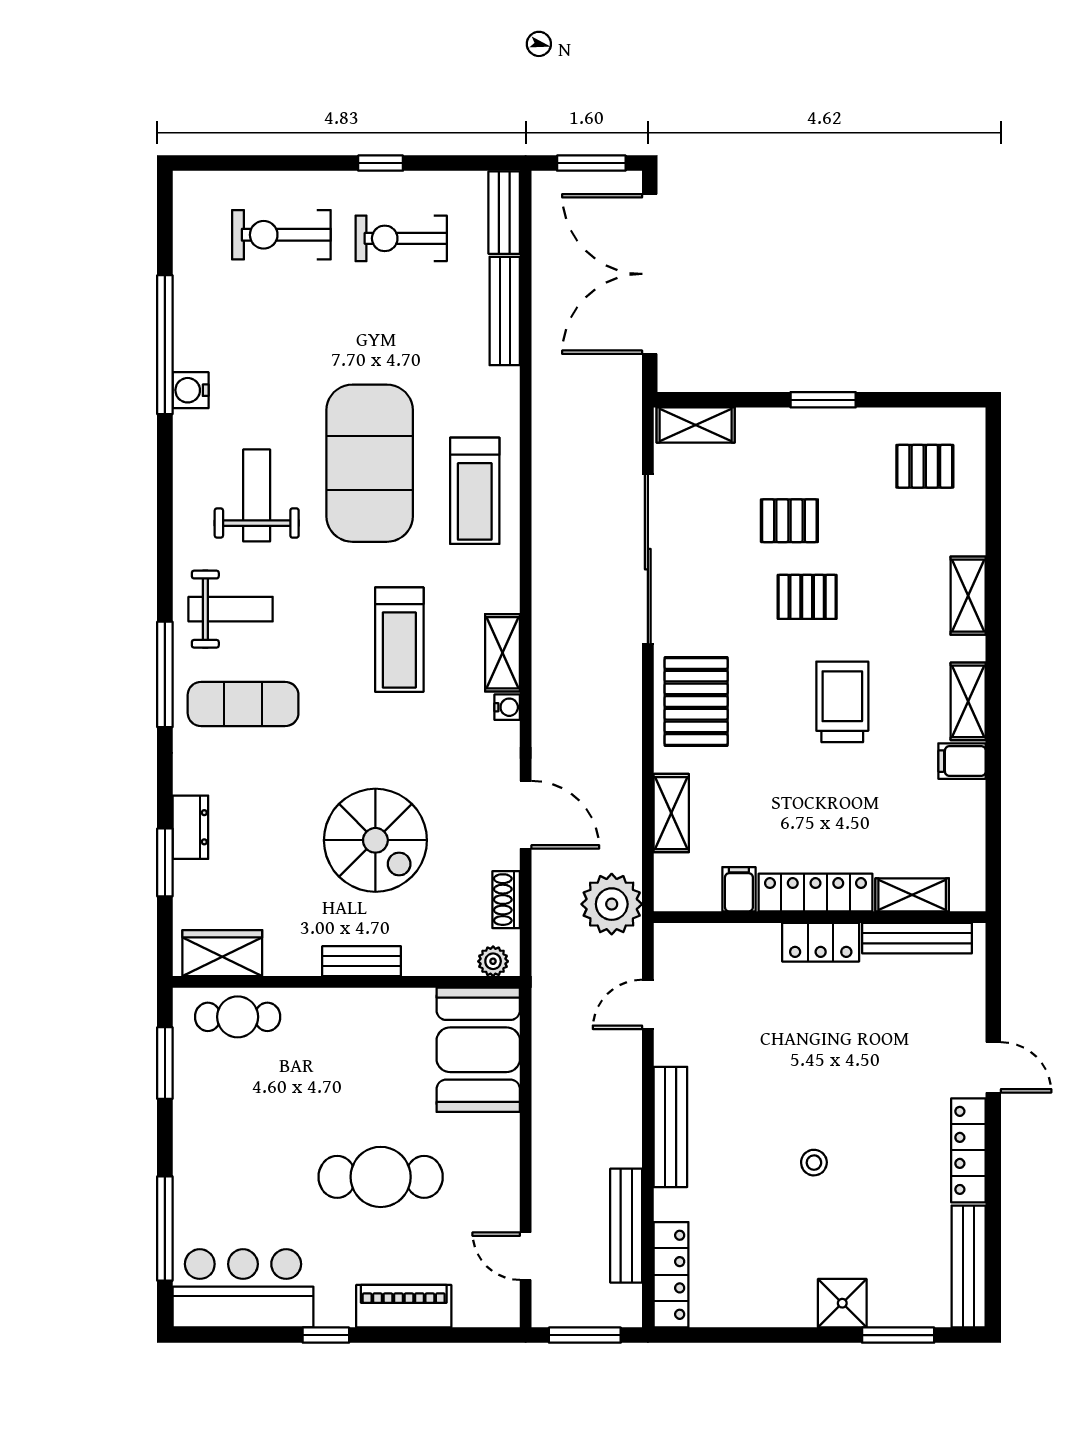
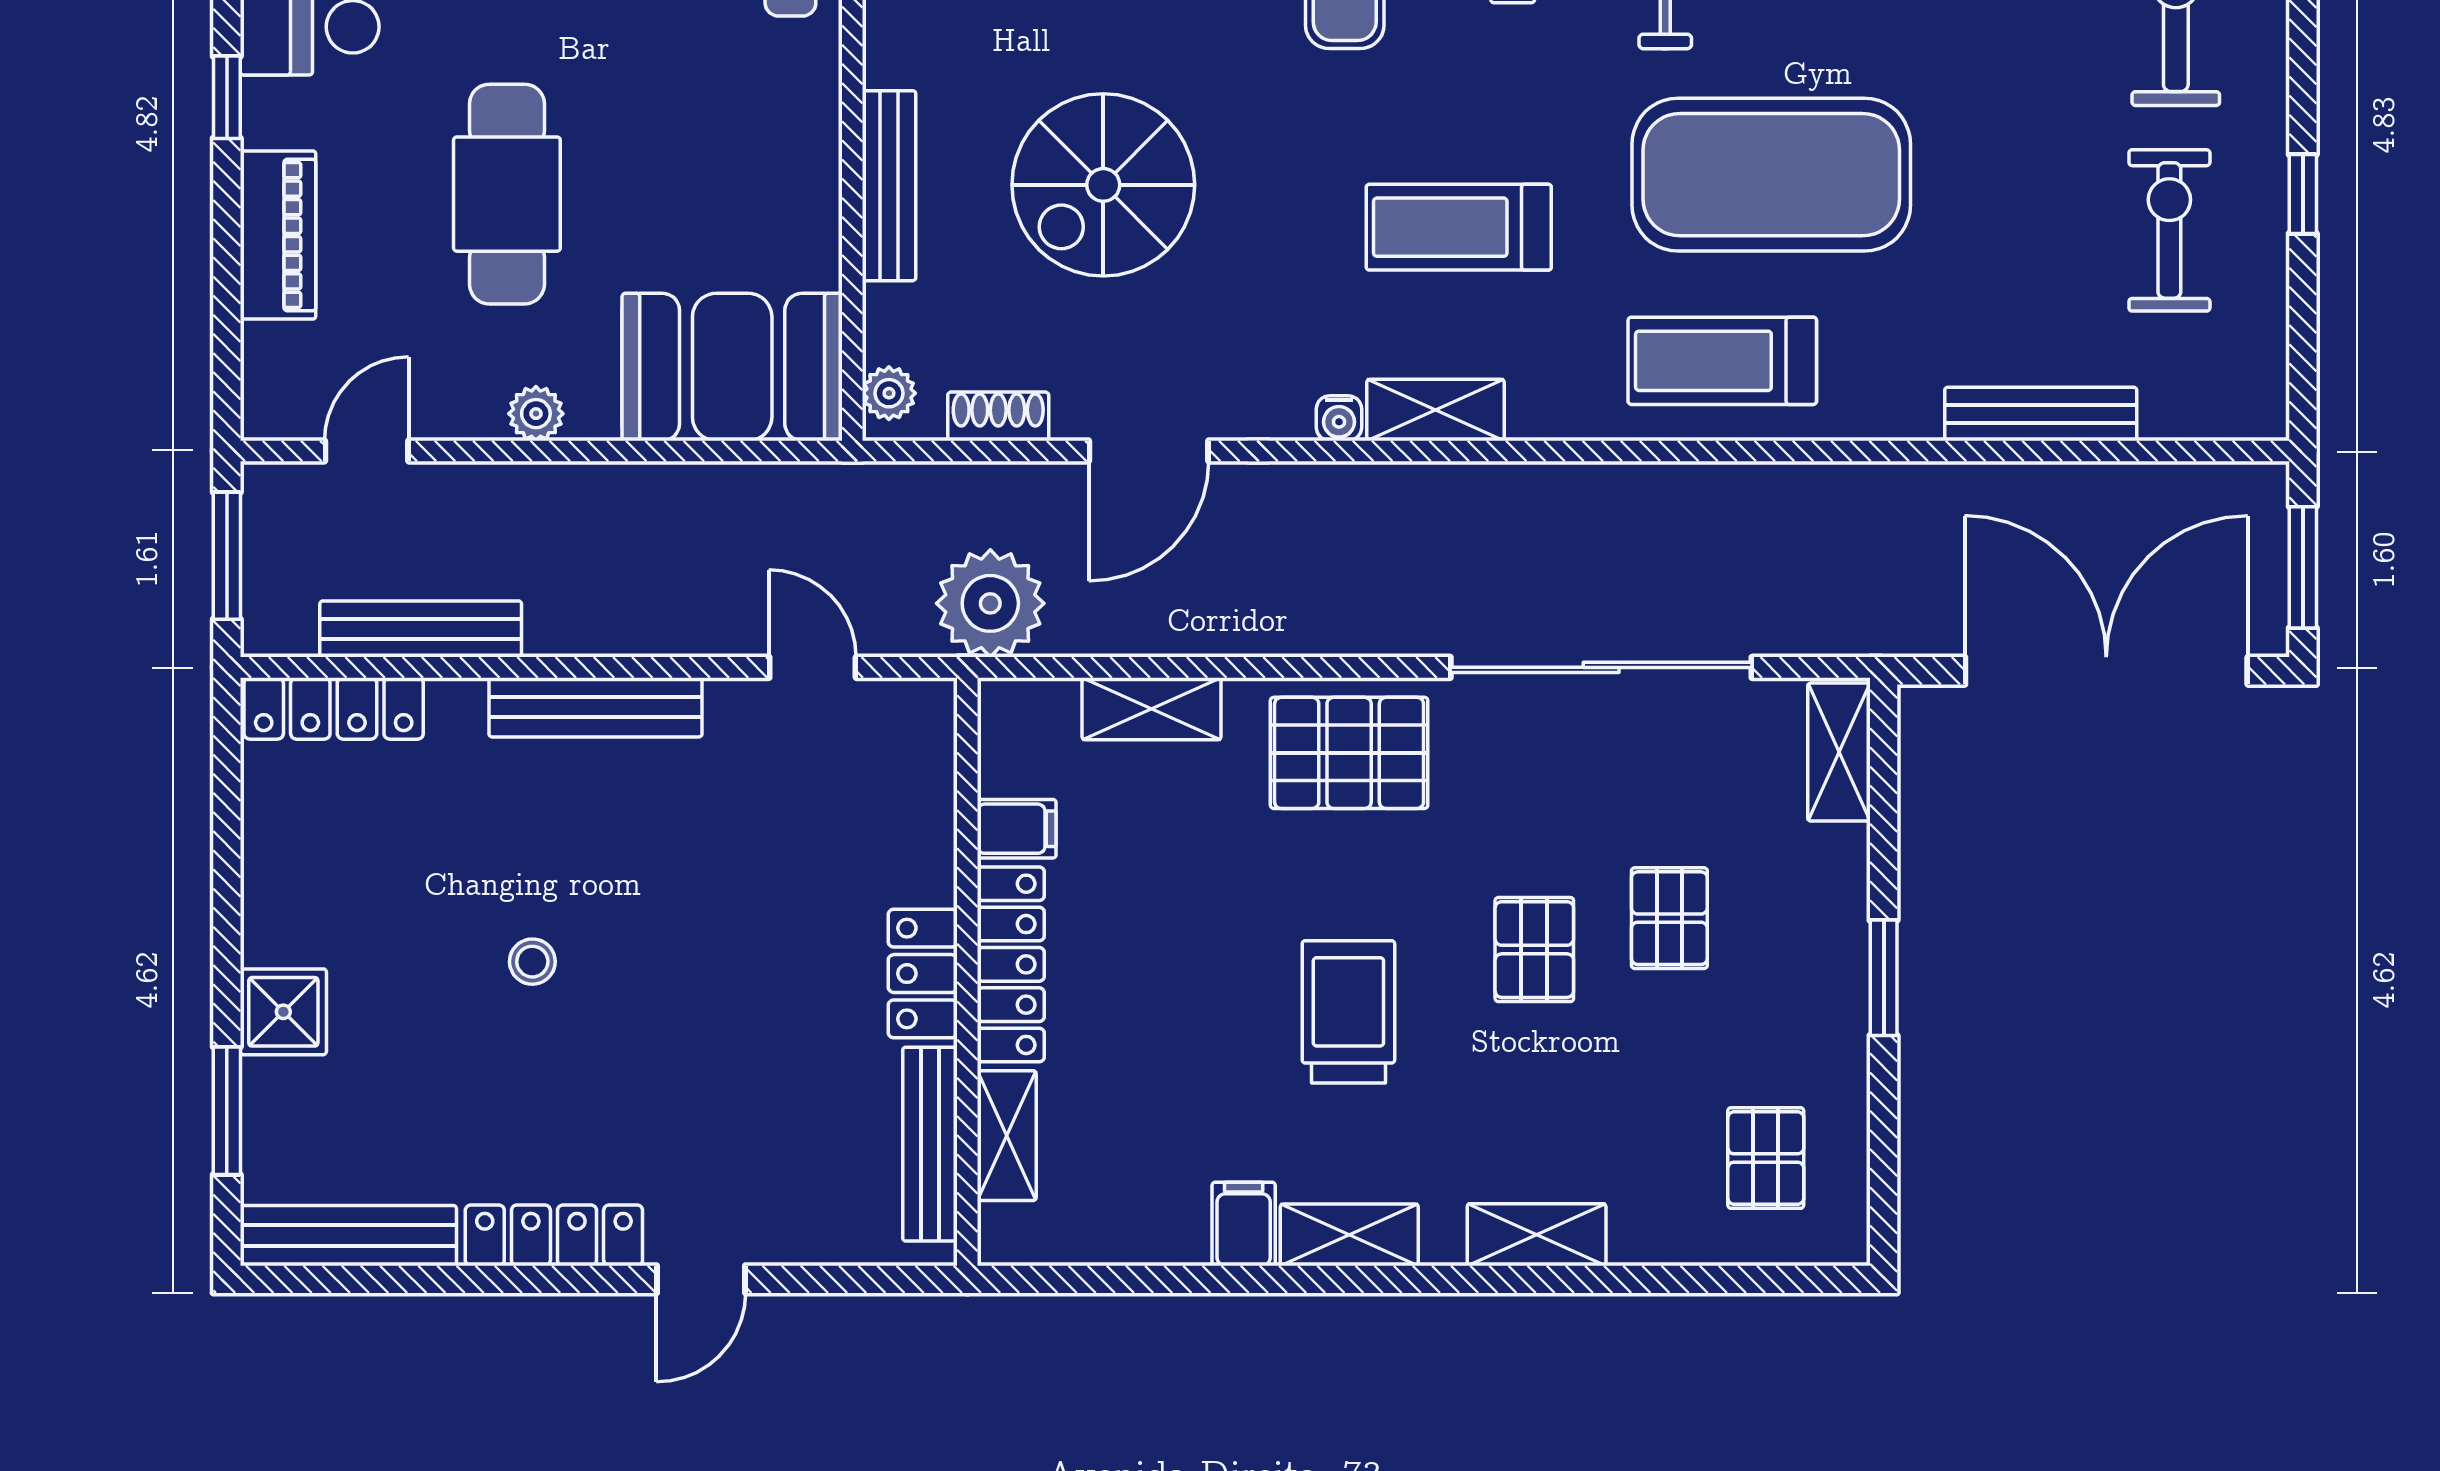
bench: (504, 213) -> (2215, 413), removed
trolley: (842, 702) -> (1348, 1012), turned -90
bench: (362, 961) -> (889, 186), width x1.36
plant: (505, 1161) -> (536, 414), added

